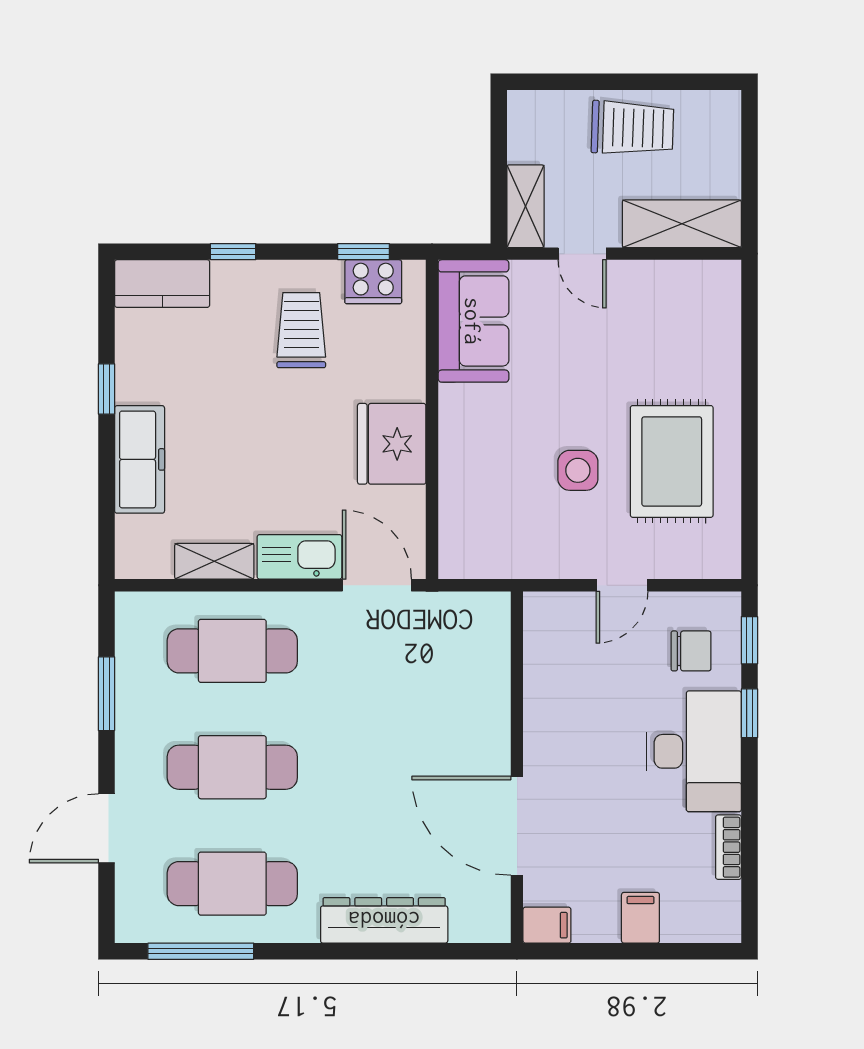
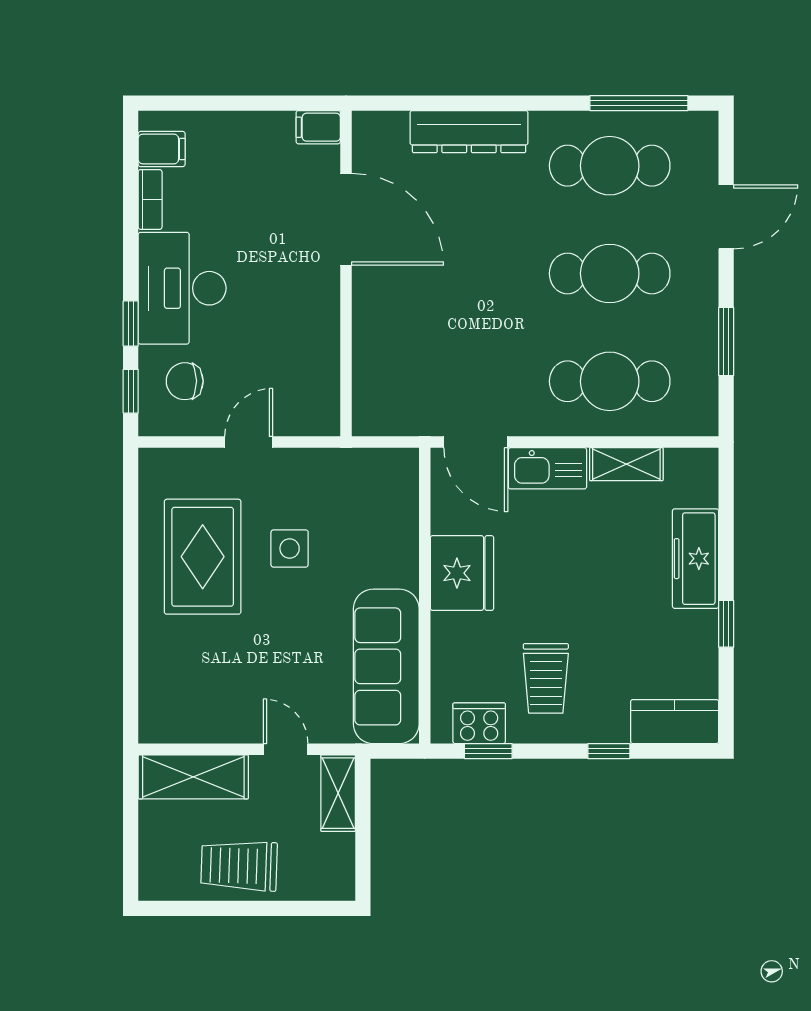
sofa: (473, 321) -> (386, 666), width x1.36
filing cabinet: (640, 918) -> (162, 149), moved, turned -90

